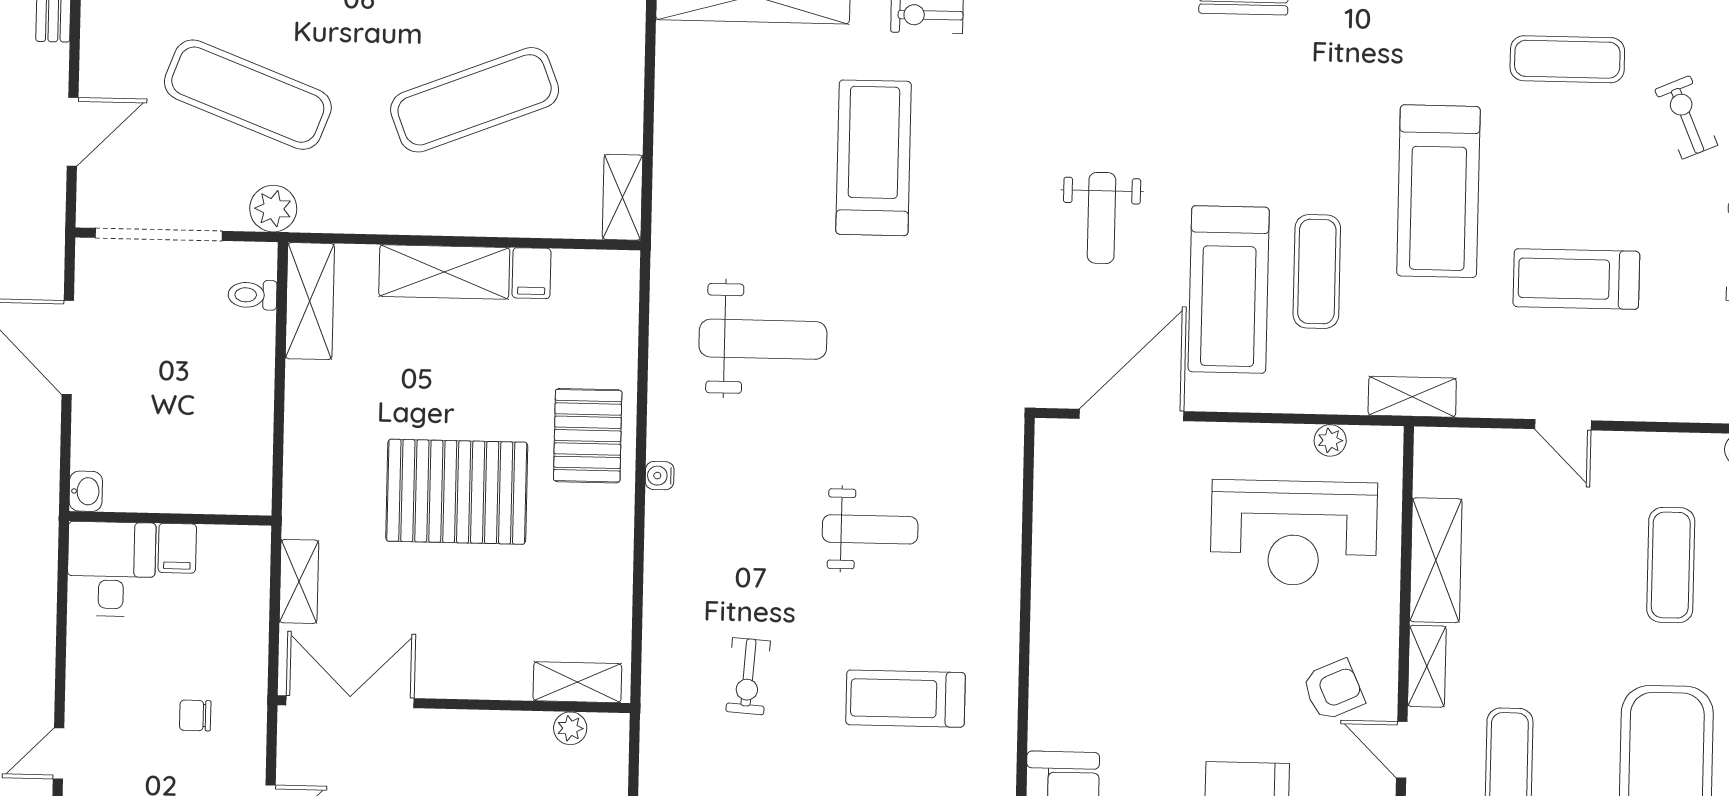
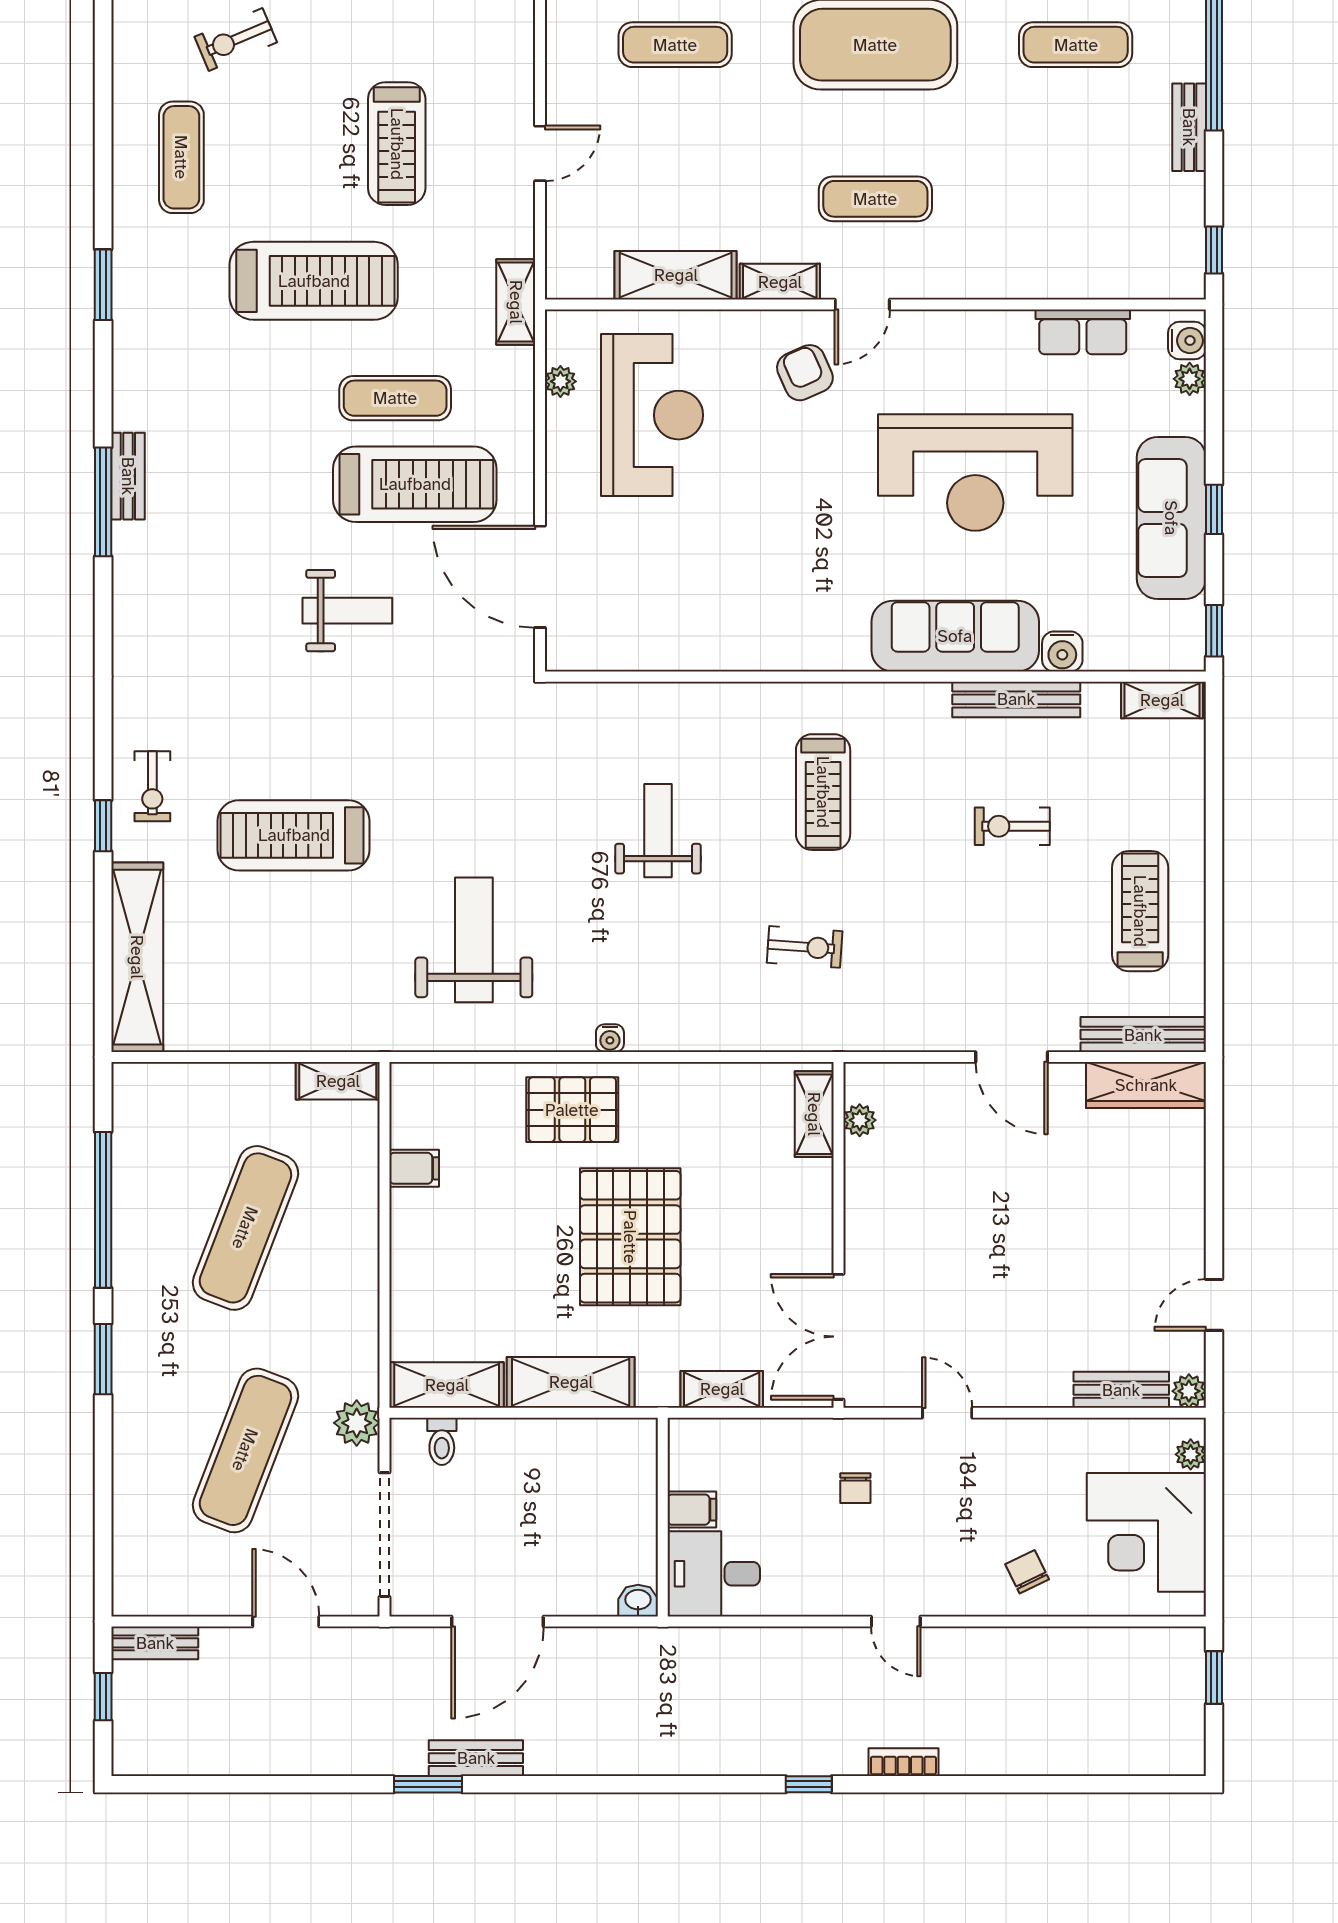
exercise mat: (475, 100) -> (245, 1228), turned 42
shelving: (444, 272) -> (571, 1382), moved, turned 90

